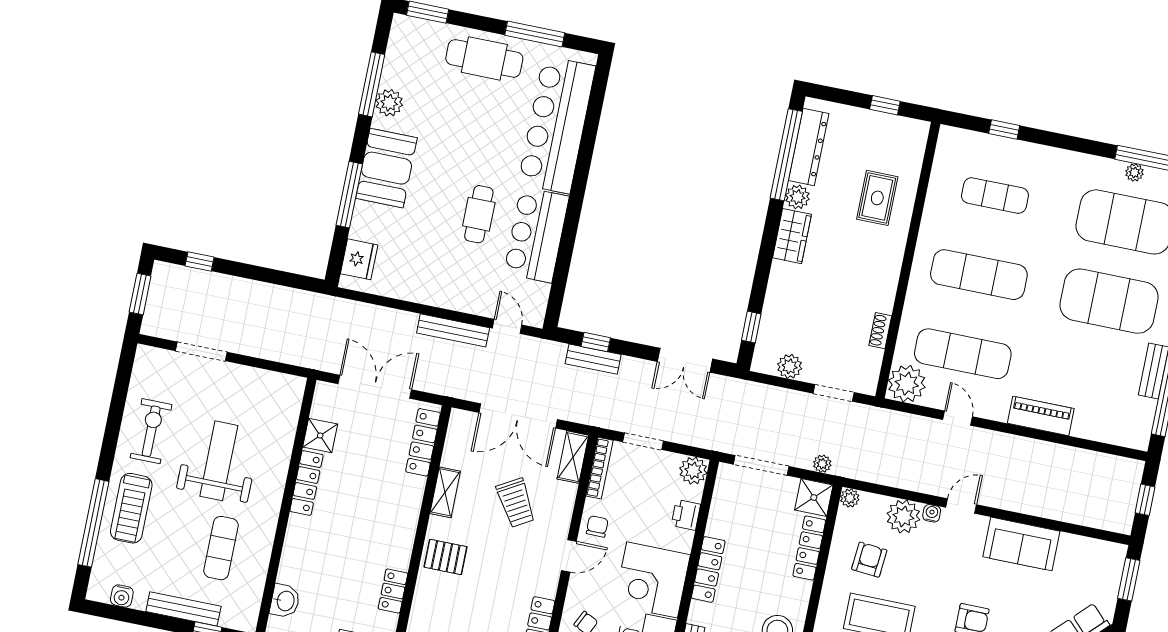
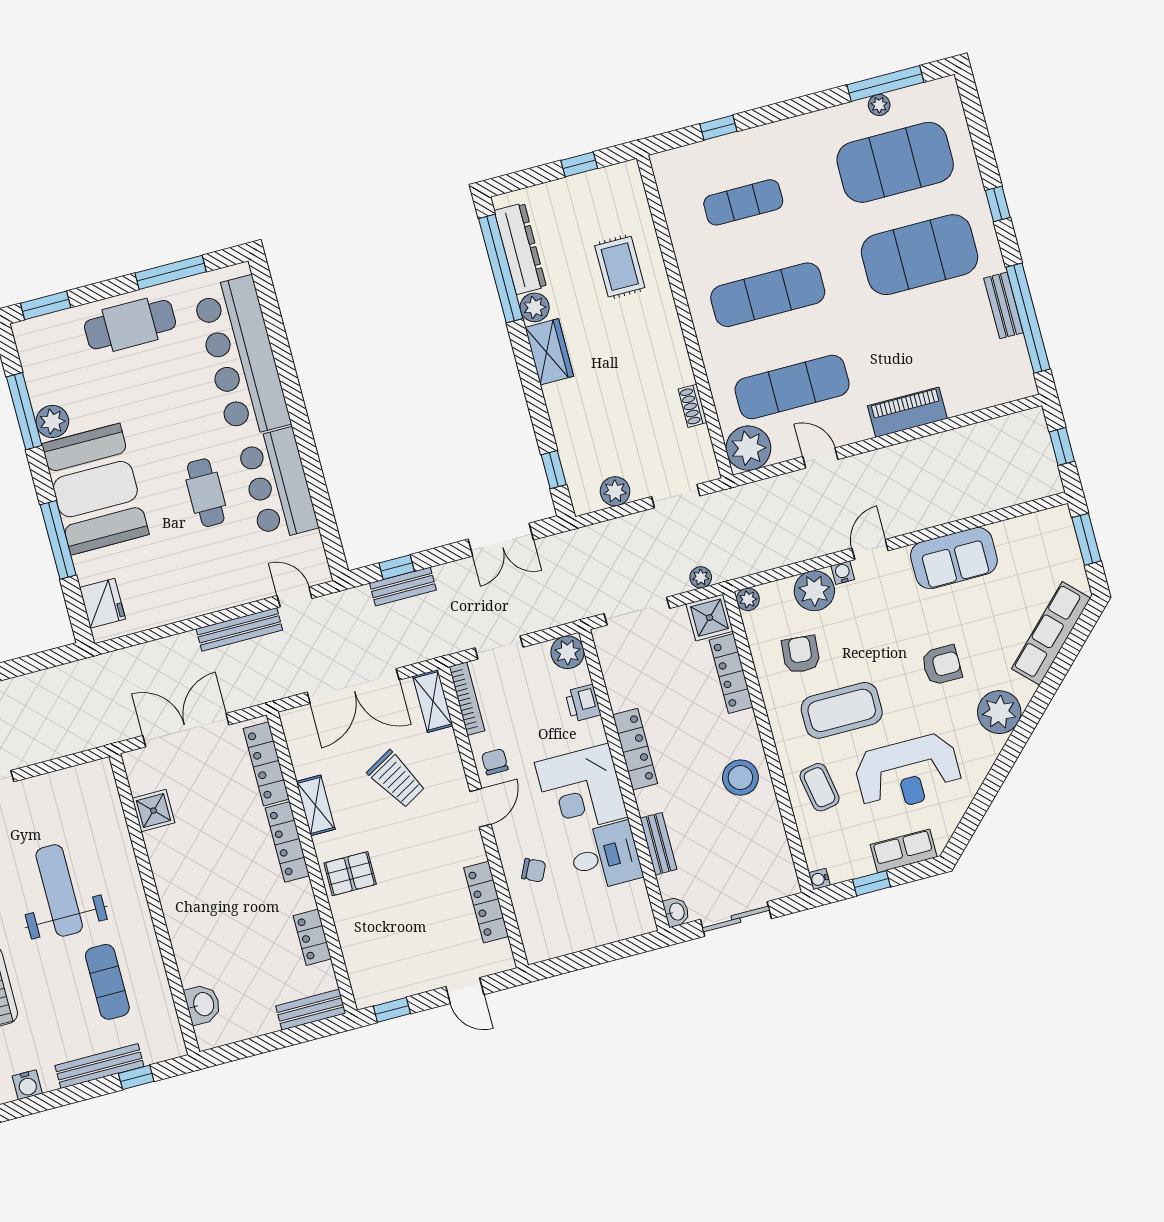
booth: (387, 168) -> (95, 489), width x1.36, depth x1.42
locker: (306, 483) -> (287, 842), moved, turned 180

